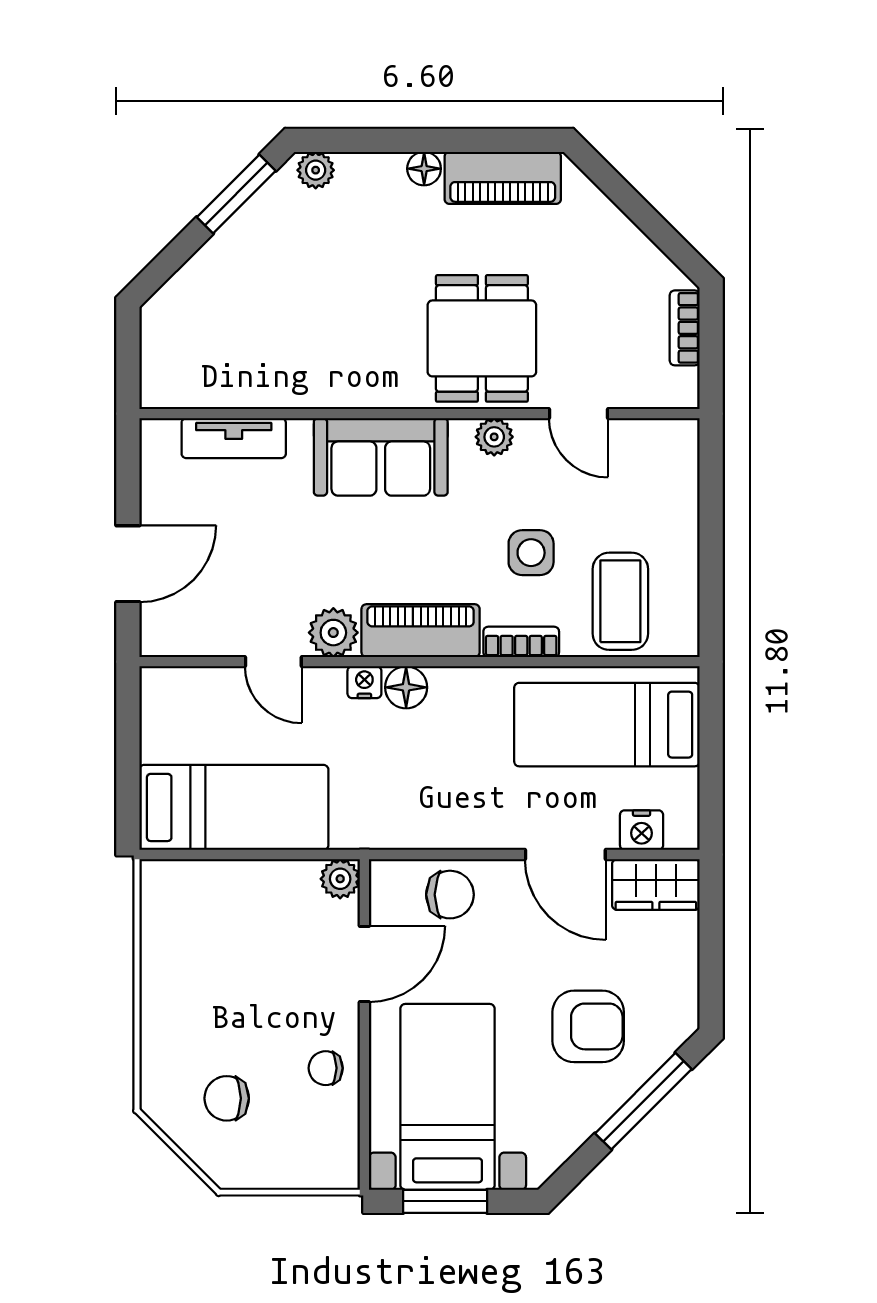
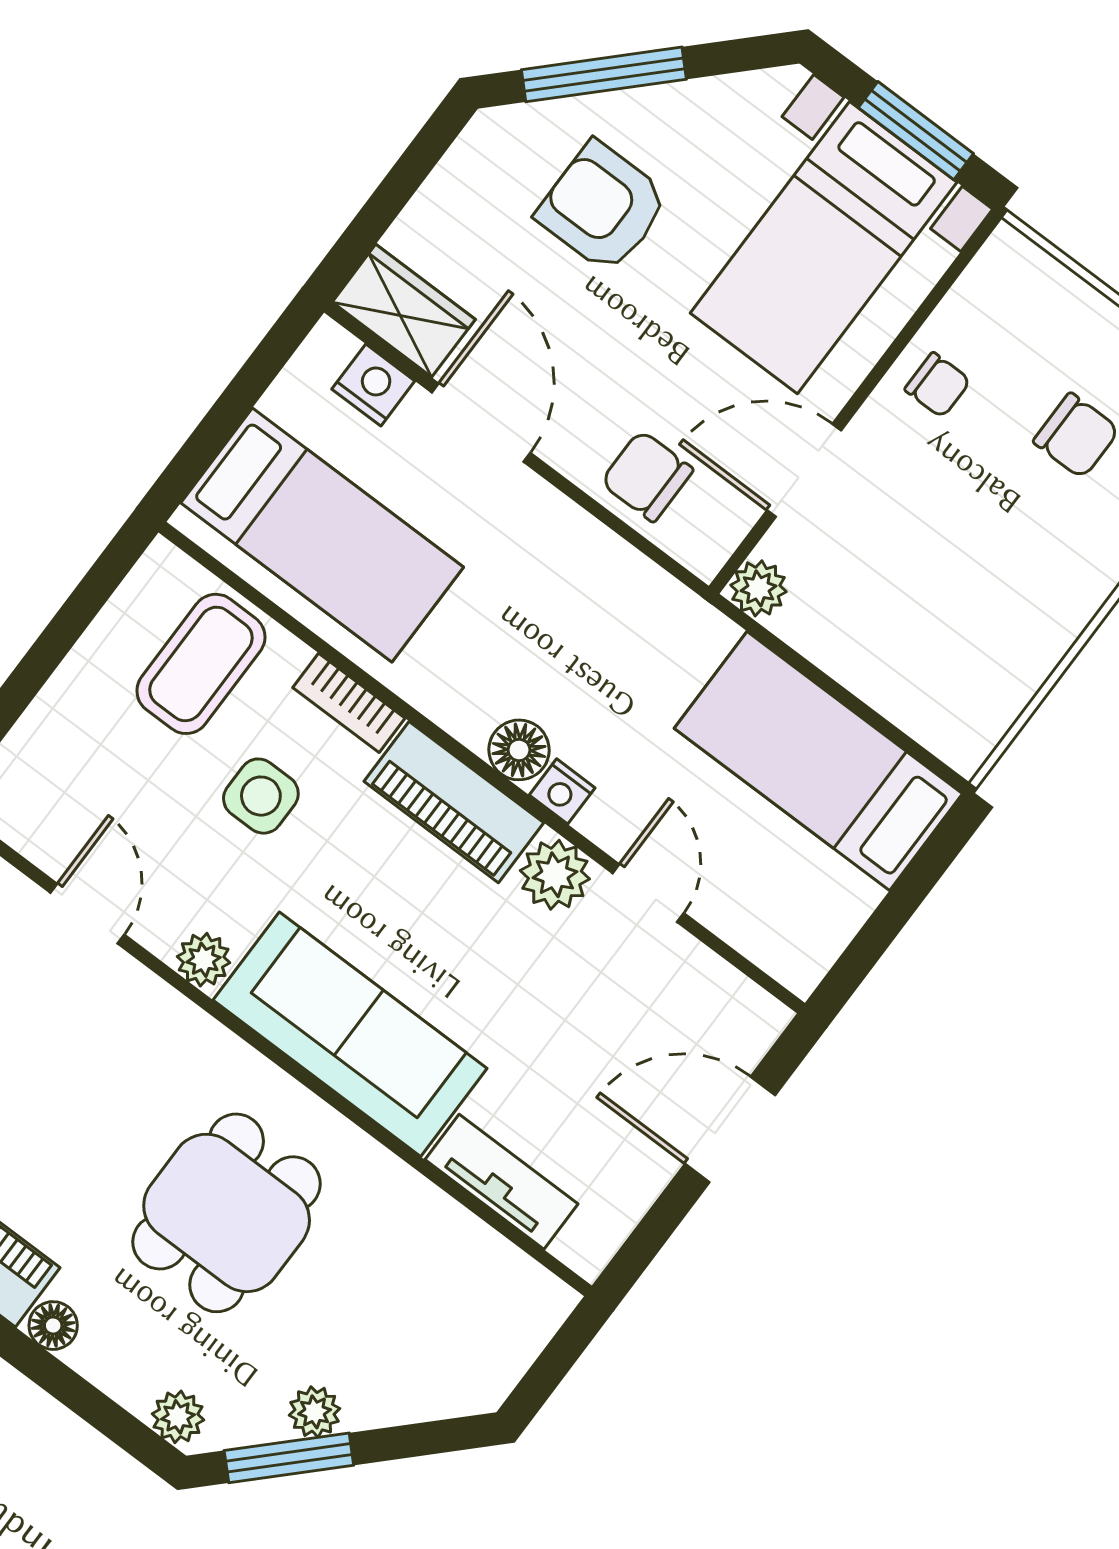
plant: (241, 231) -> (315, 1412), added
dining table: (482, 338) -> (227, 1213), moved
sofa: (381, 457) -> (350, 1034), width x1.36

